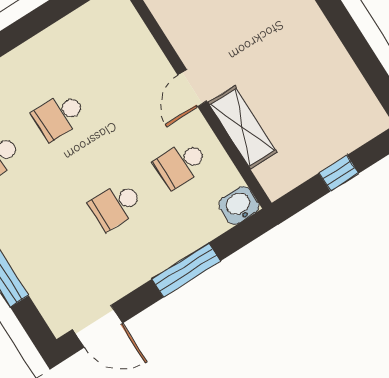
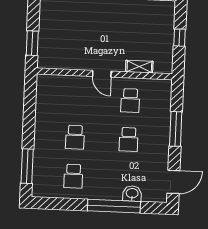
shelving: (243, 127) -> (139, 67), width x0.67, depth x0.75
washbasin: (239, 205) -> (132, 194), moved, turned 90

